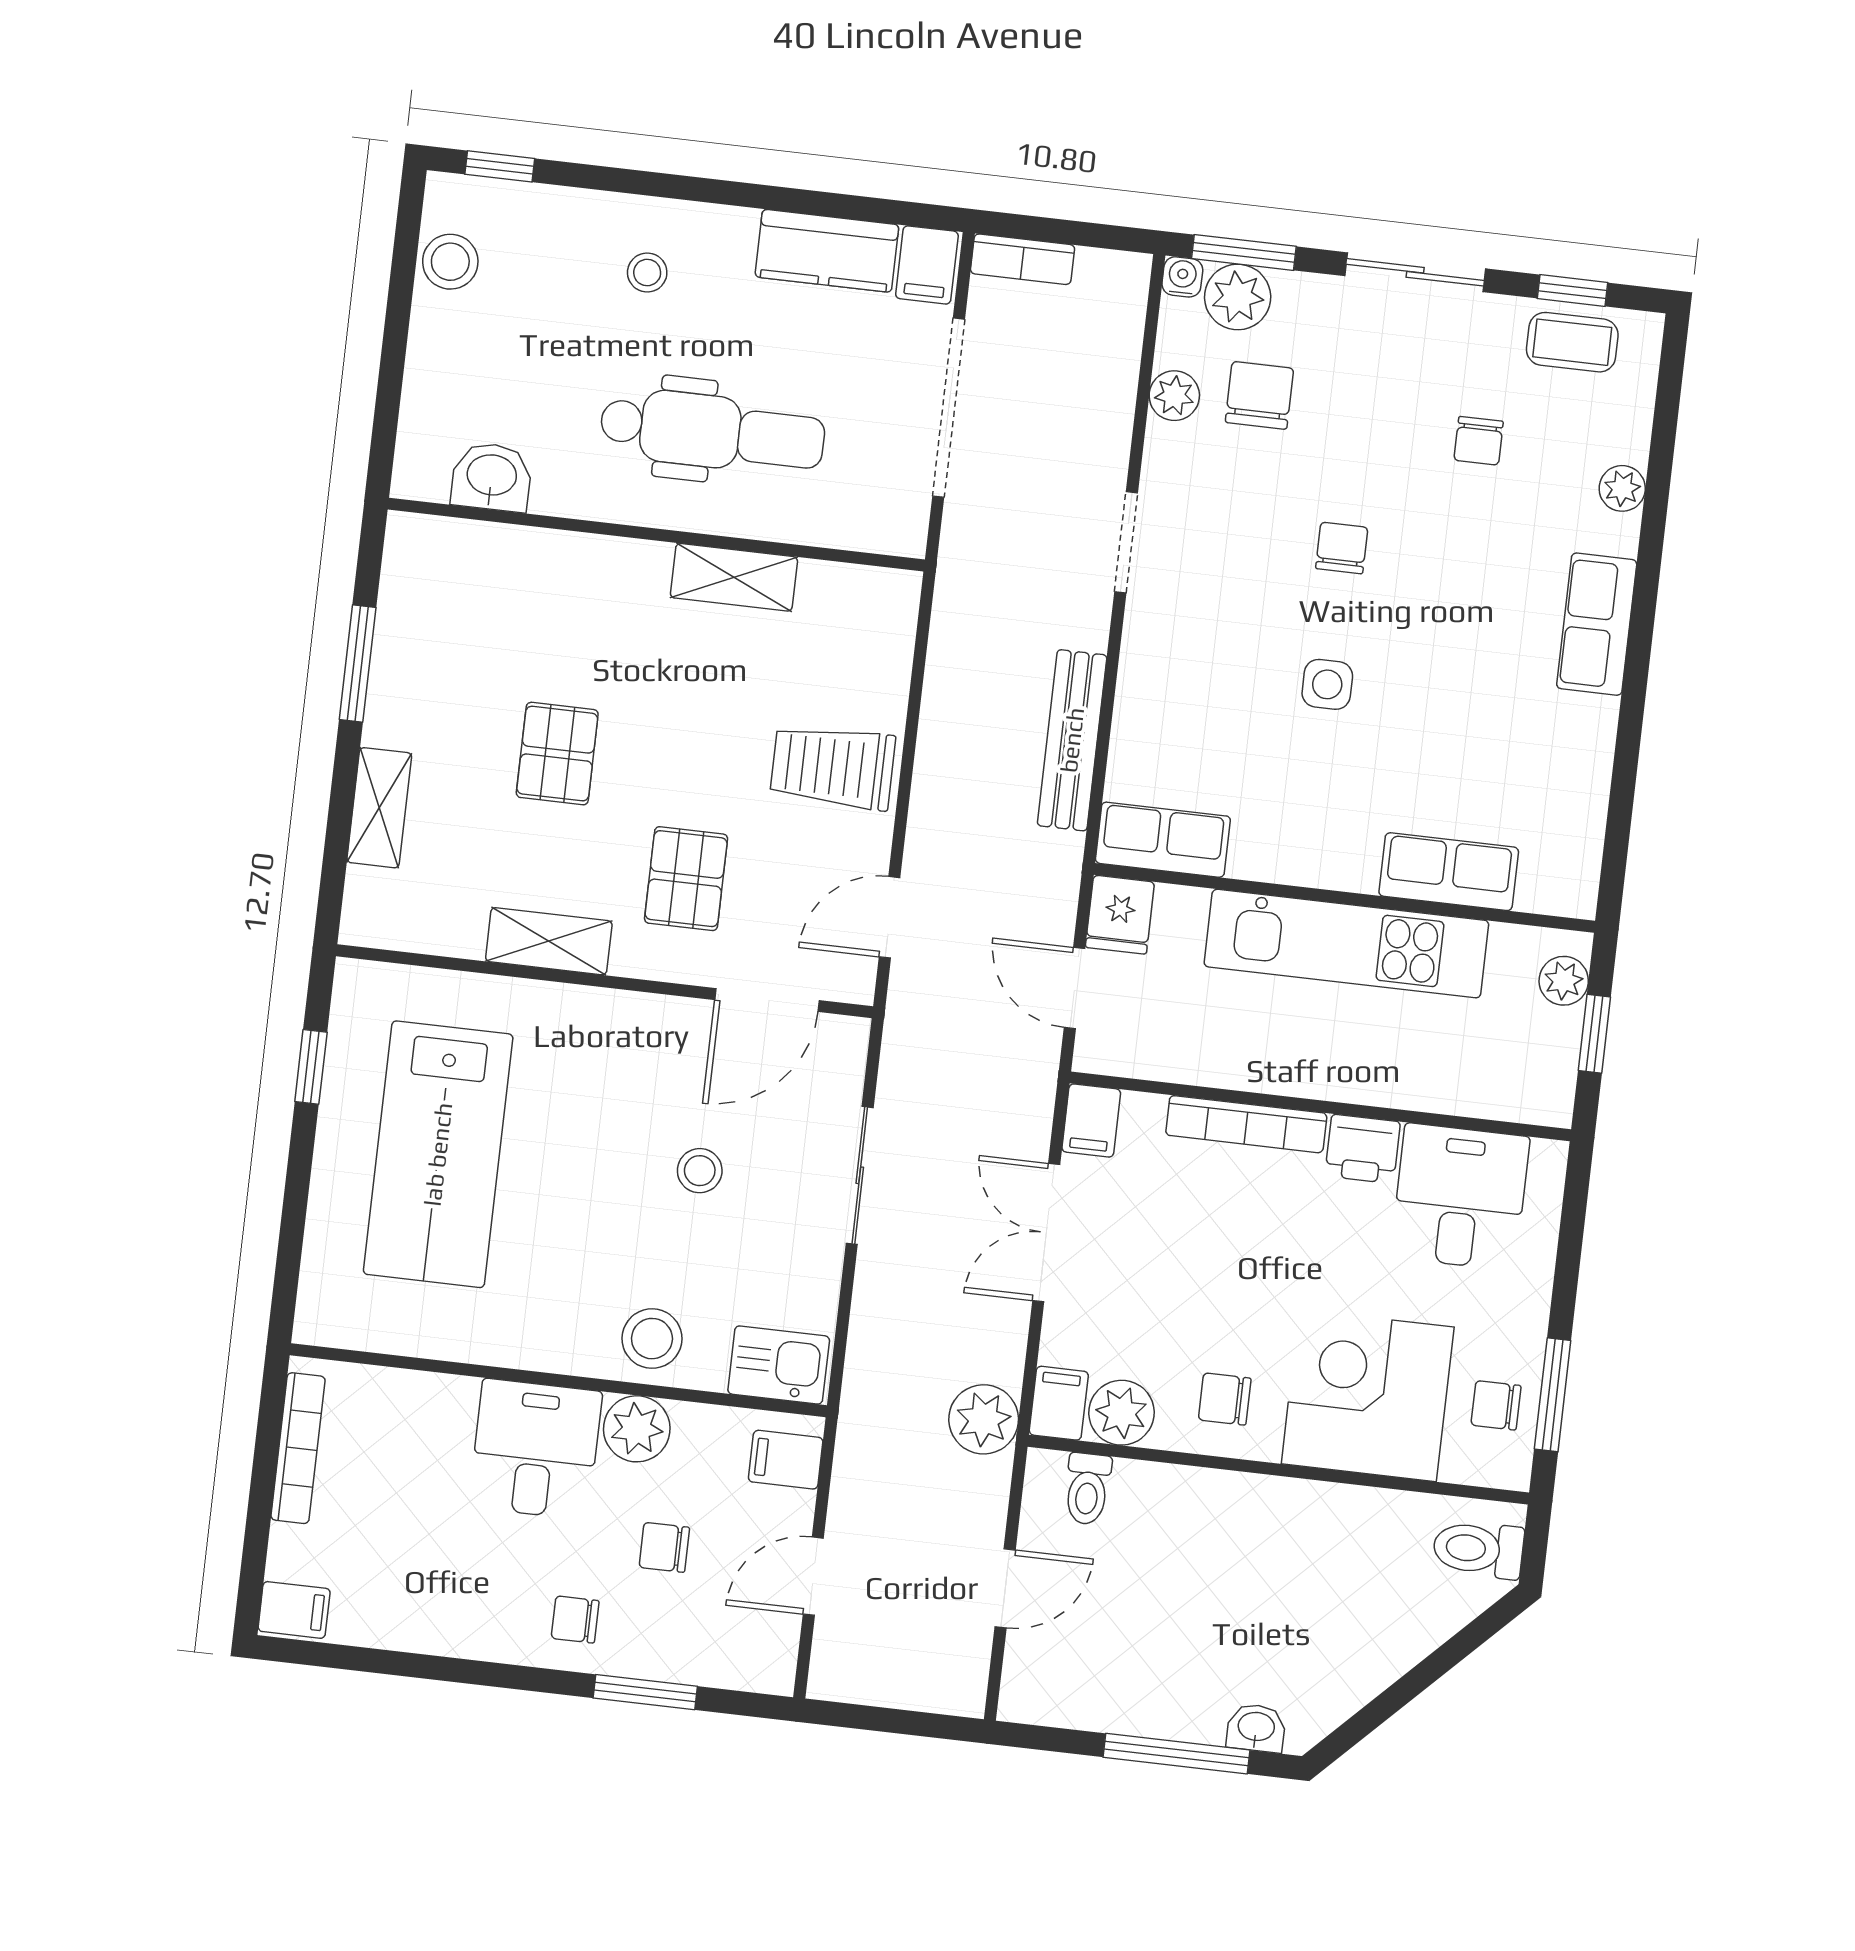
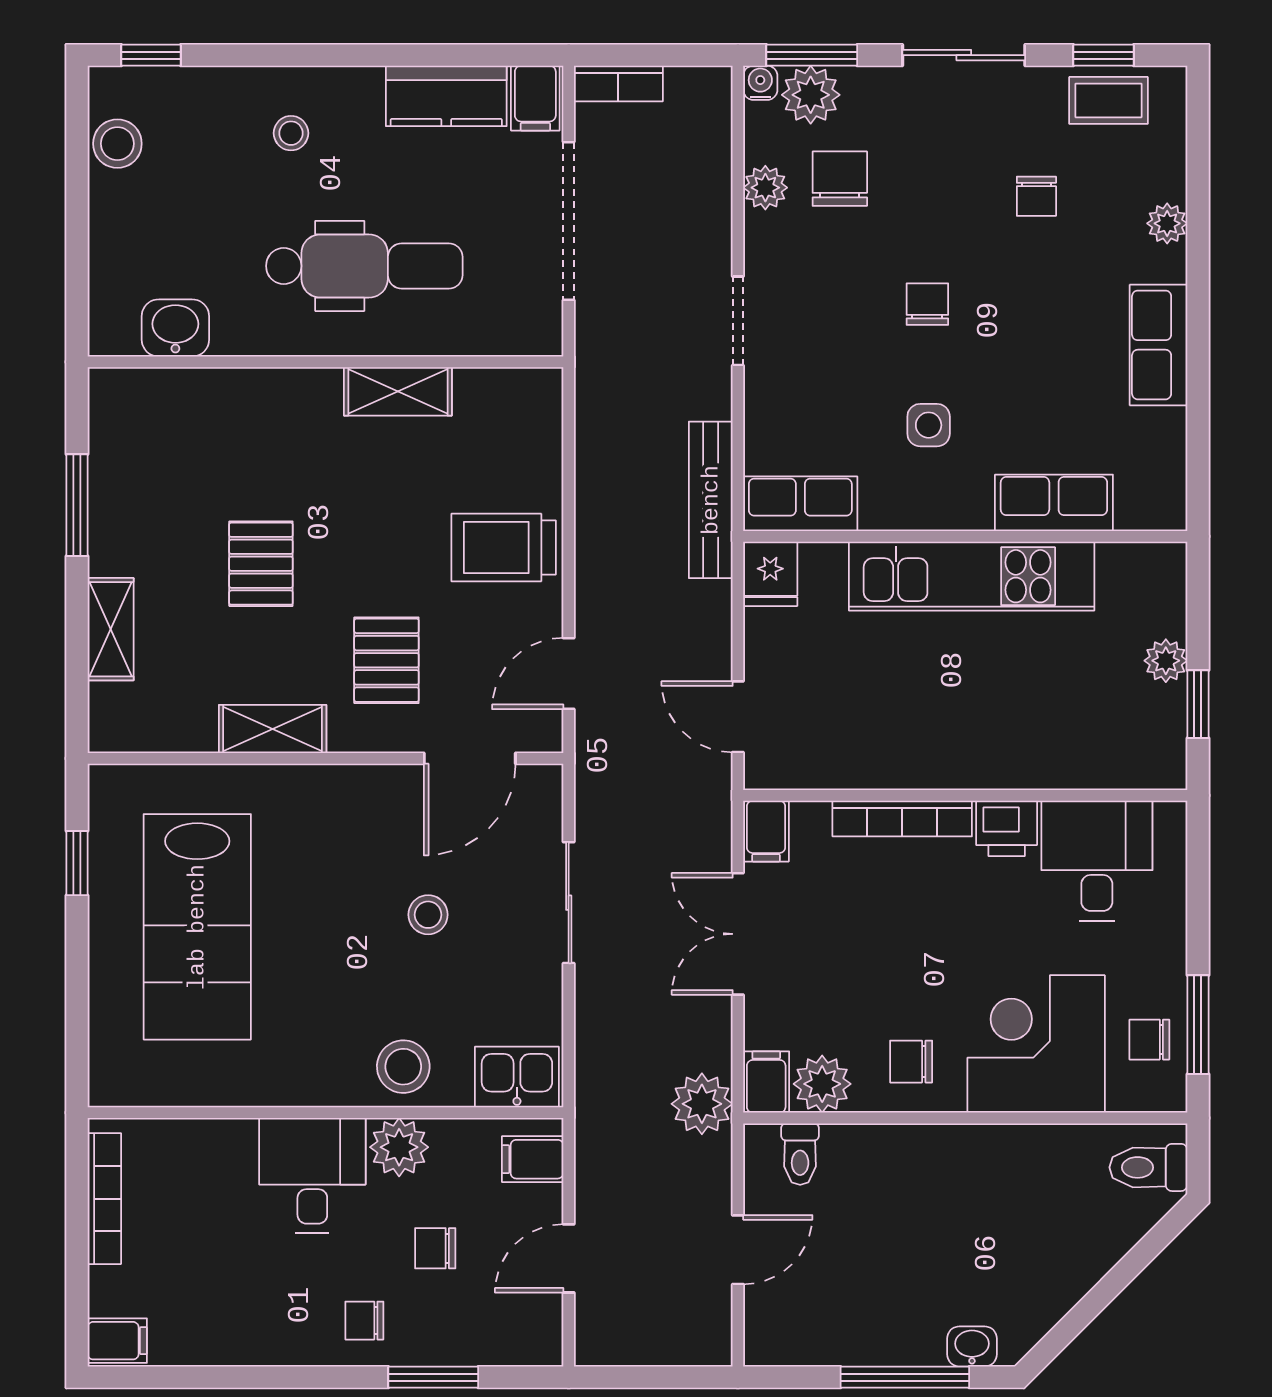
row of seats: (1163, 840) -> (800, 504), moved
row of seats: (1449, 872) -> (1054, 503), moved
wall: (1344, 898) -> (965, 536), moved
fridge: (1120, 915) -> (770, 574), moved
kitchen unit: (1346, 944) -> (972, 576), moved

